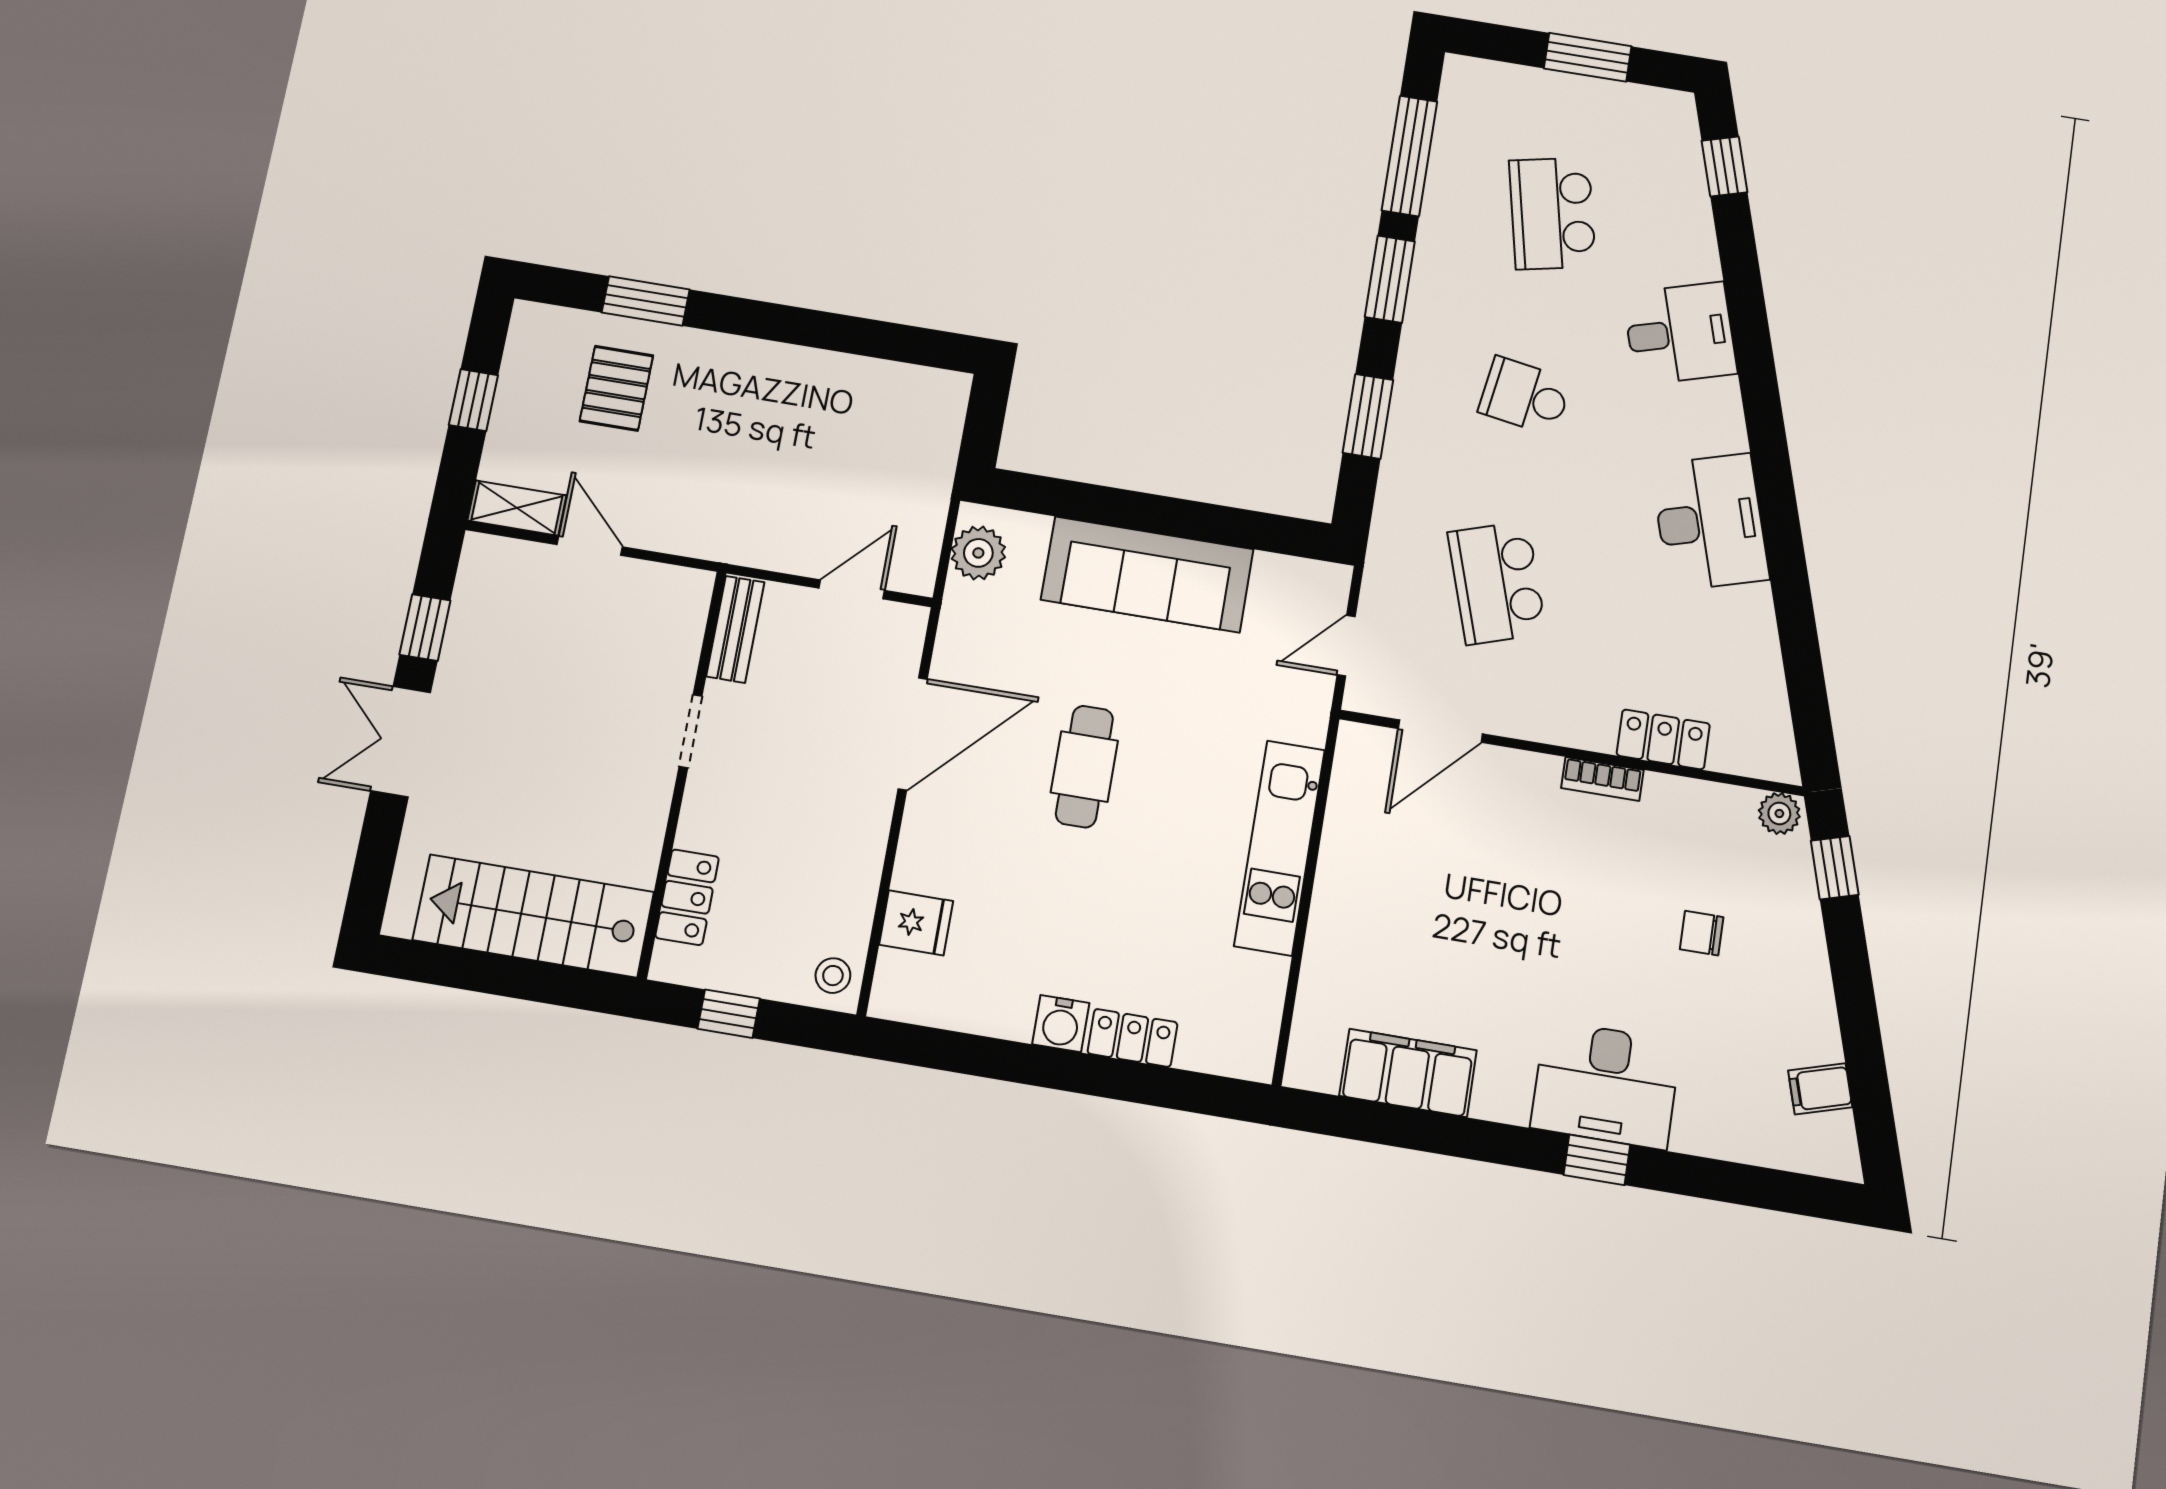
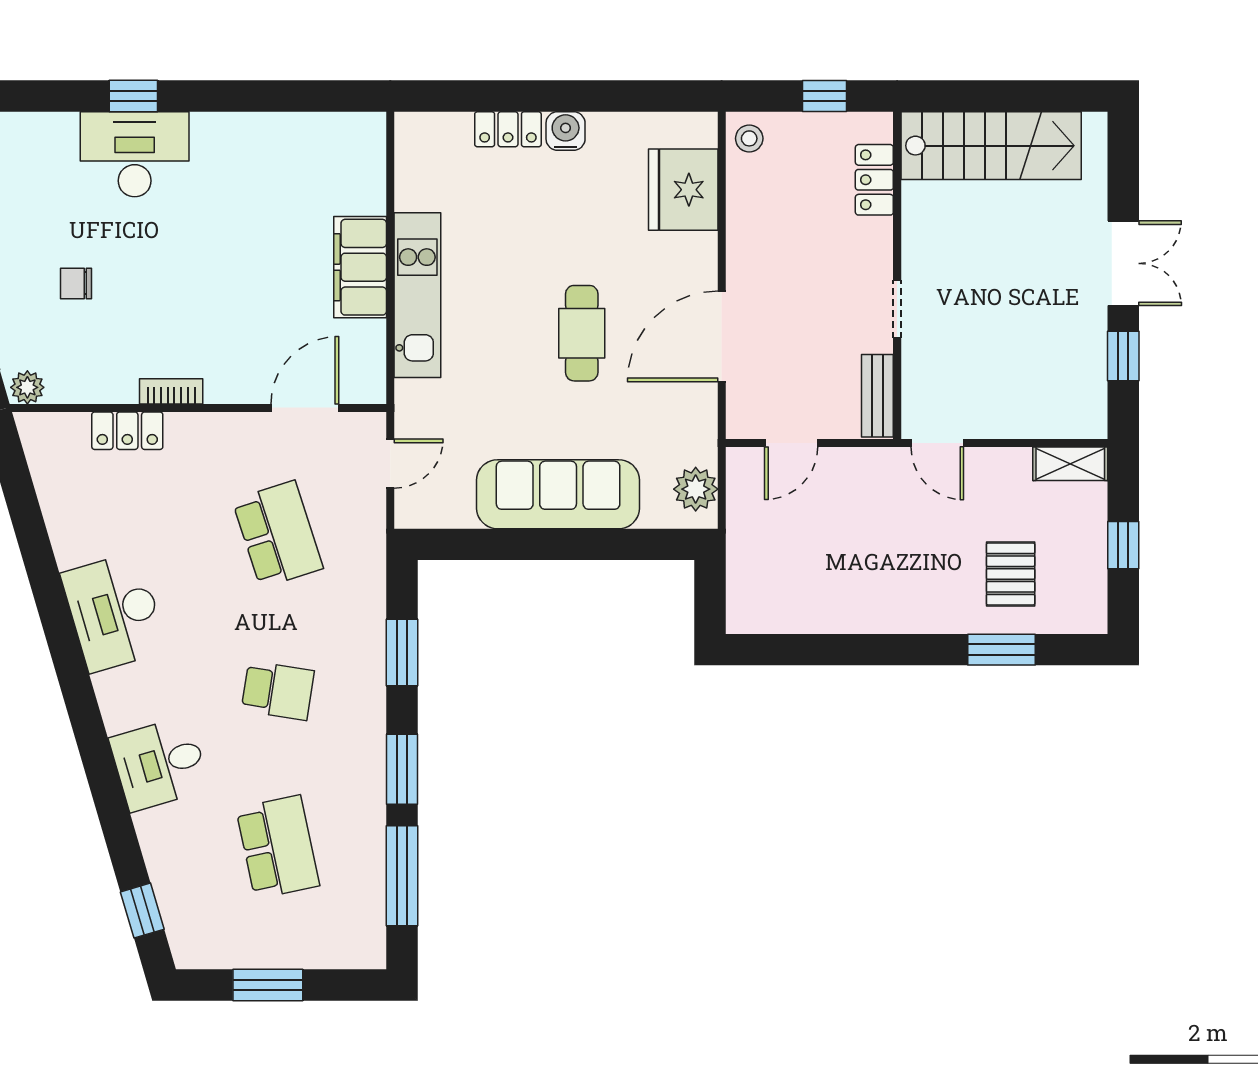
door: (590, 546) -> (937, 443), moved
fridge: (916, 923) -> (683, 190), width x1.88, depth x1.34
chair: (1702, 933) -> (76, 283), turned 180
filing cabinet: (1408, 1073) -> (360, 267), moved, turned 90

